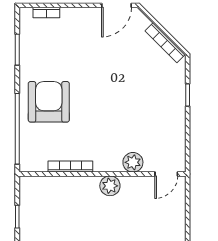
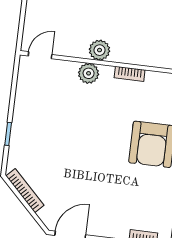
plant: (133, 162) -> (89, 73), moved
bookcase: (70, 167) -> (130, 74), width x0.64

